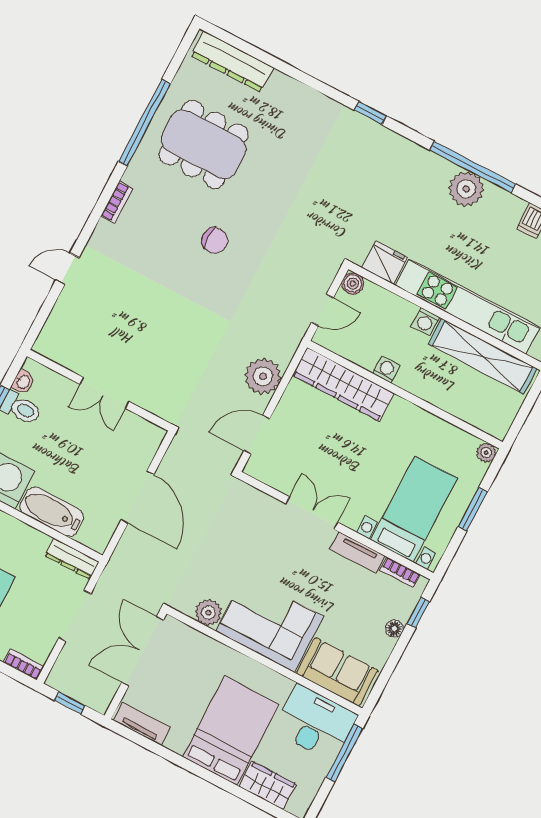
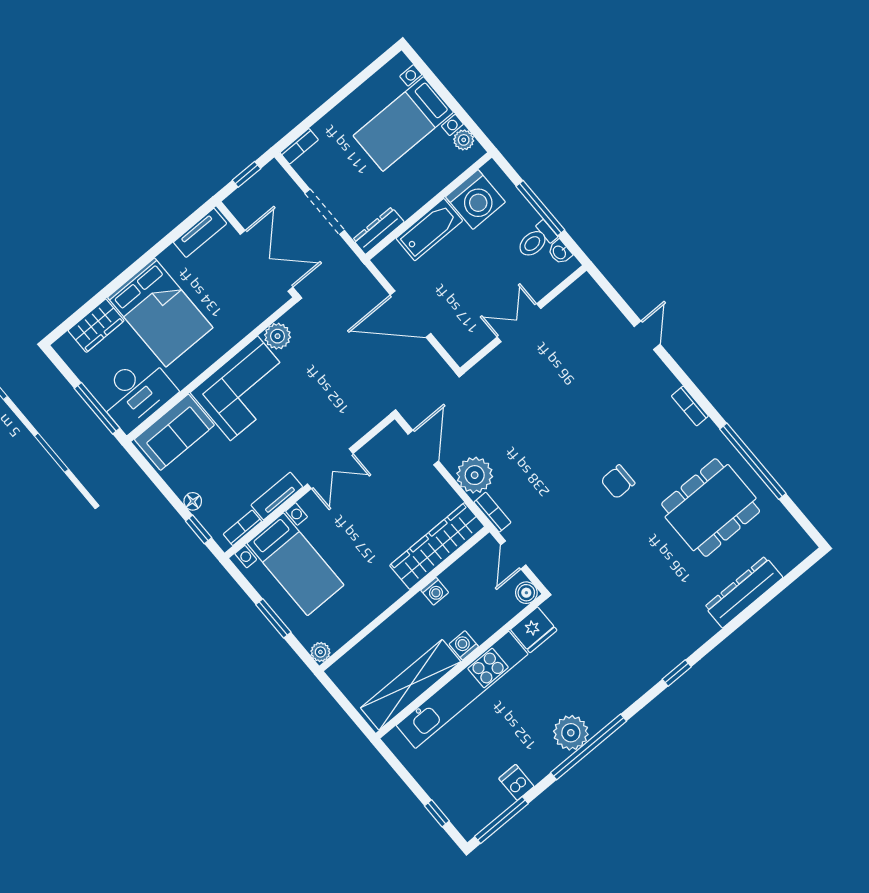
dresser: (232, 62) -> (744, 592), moved
bookcase: (291, 346) -> (492, 512), added

